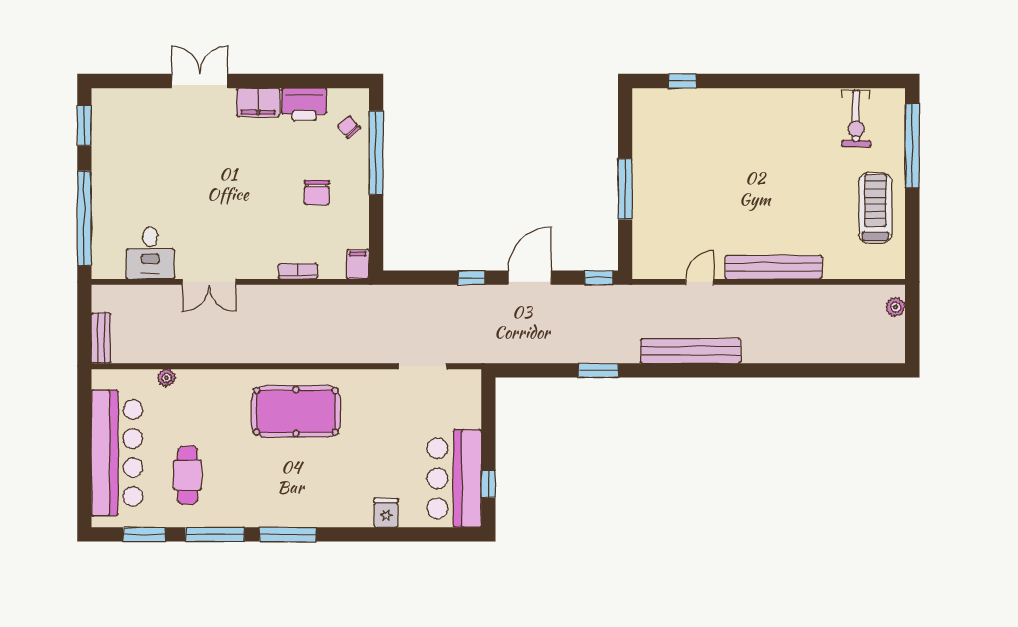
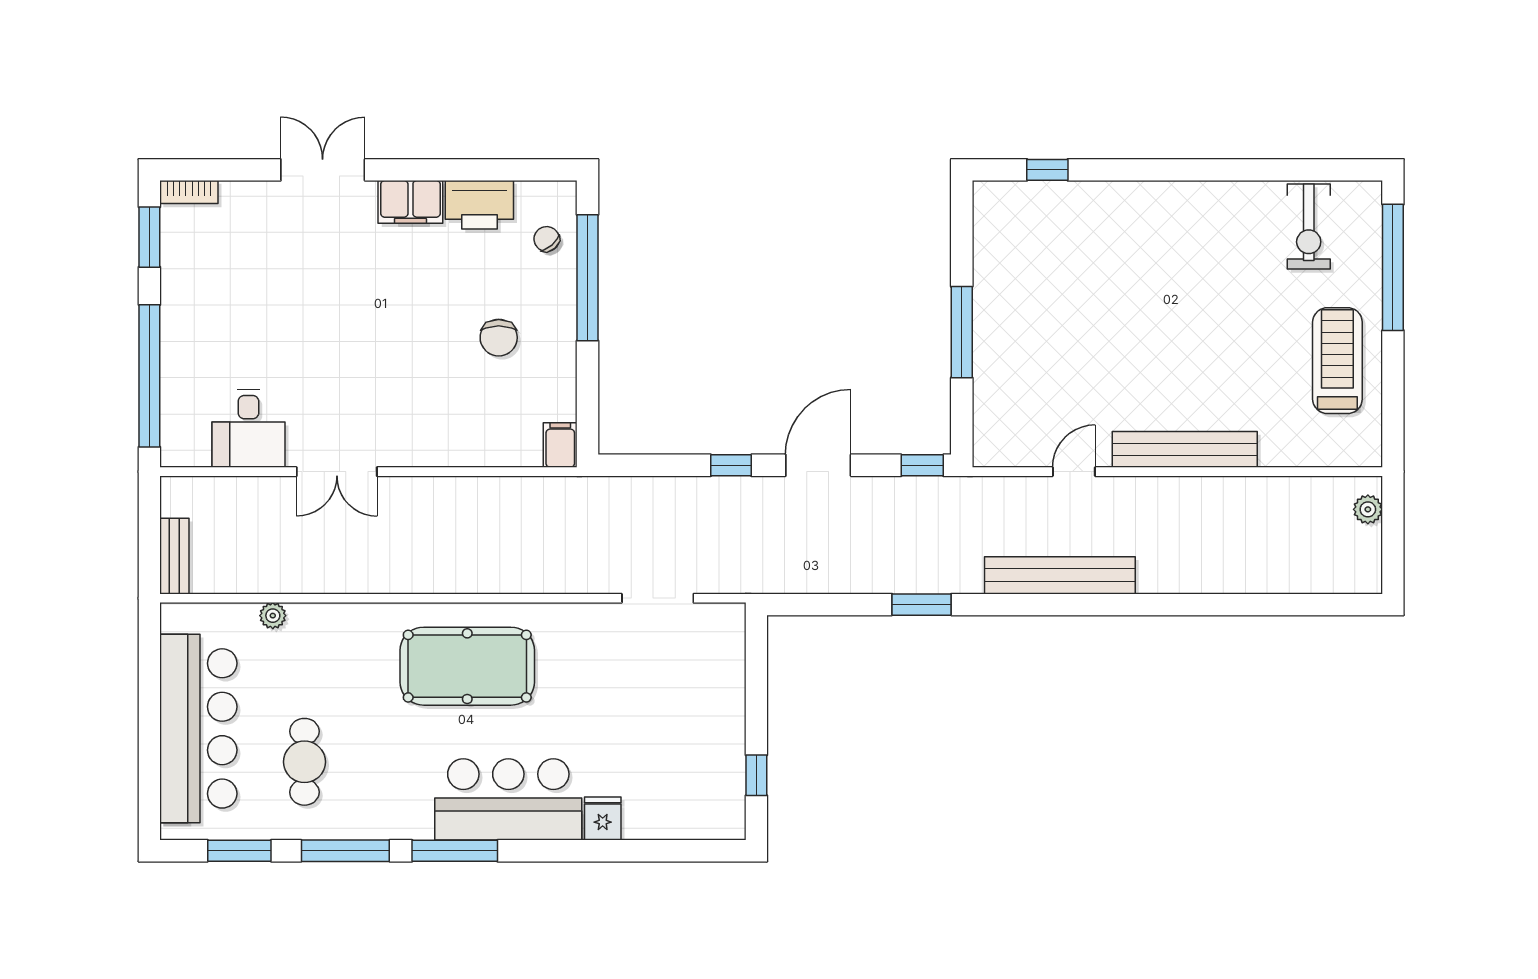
bookcase: (298, 271) -> (189, 192), moved, turned 180
bar counter: (454, 478) -> (508, 799), moved, turned 90

